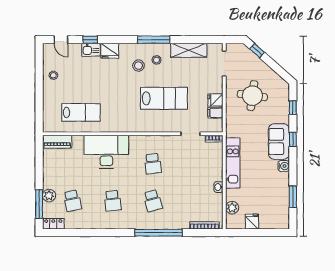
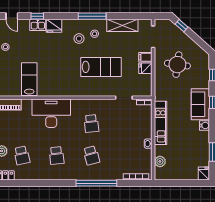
lab bench: (81, 112) -> (29, 79), turned -90
filing cabinet: (215, 113) -> (145, 57), moved
fridge: (252, 222) -> (204, 173), moved

